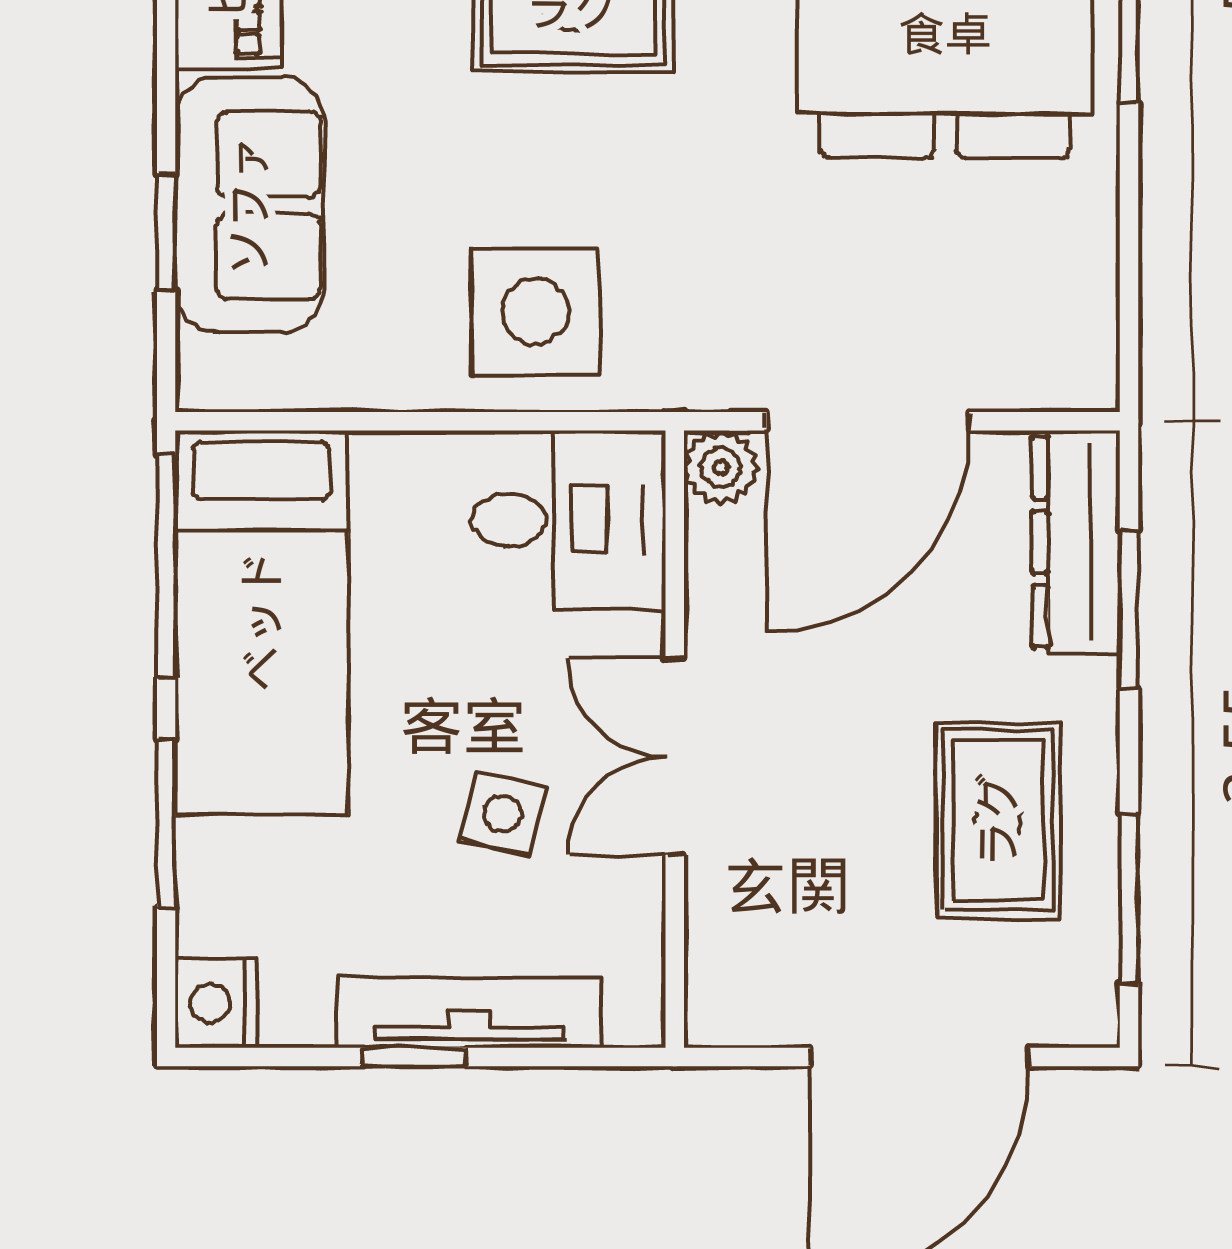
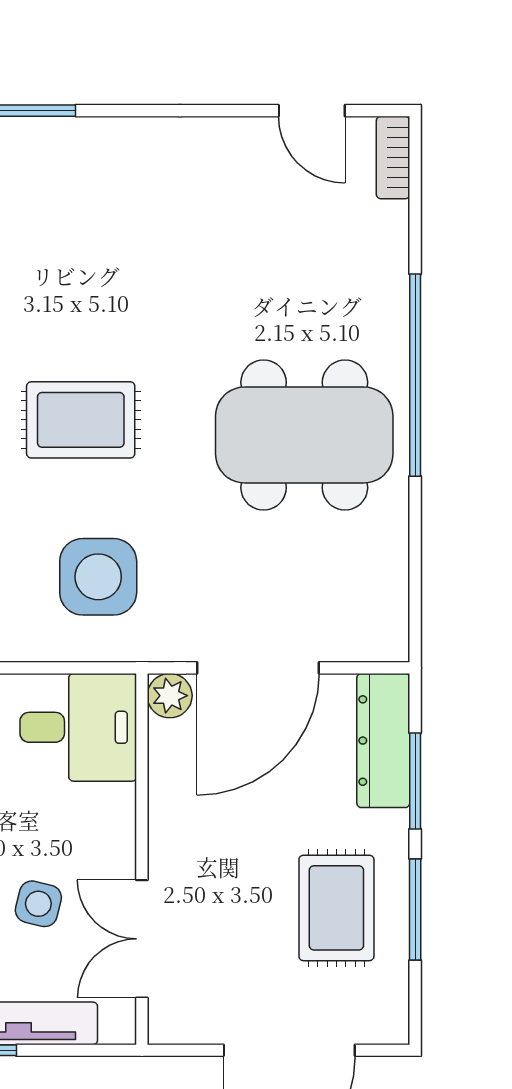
side table: (535, 311) -> (98, 577), moved
double door: (675, 757) -> (142, 939), moved
window: (1129, 899) -> (415, 910), moved

